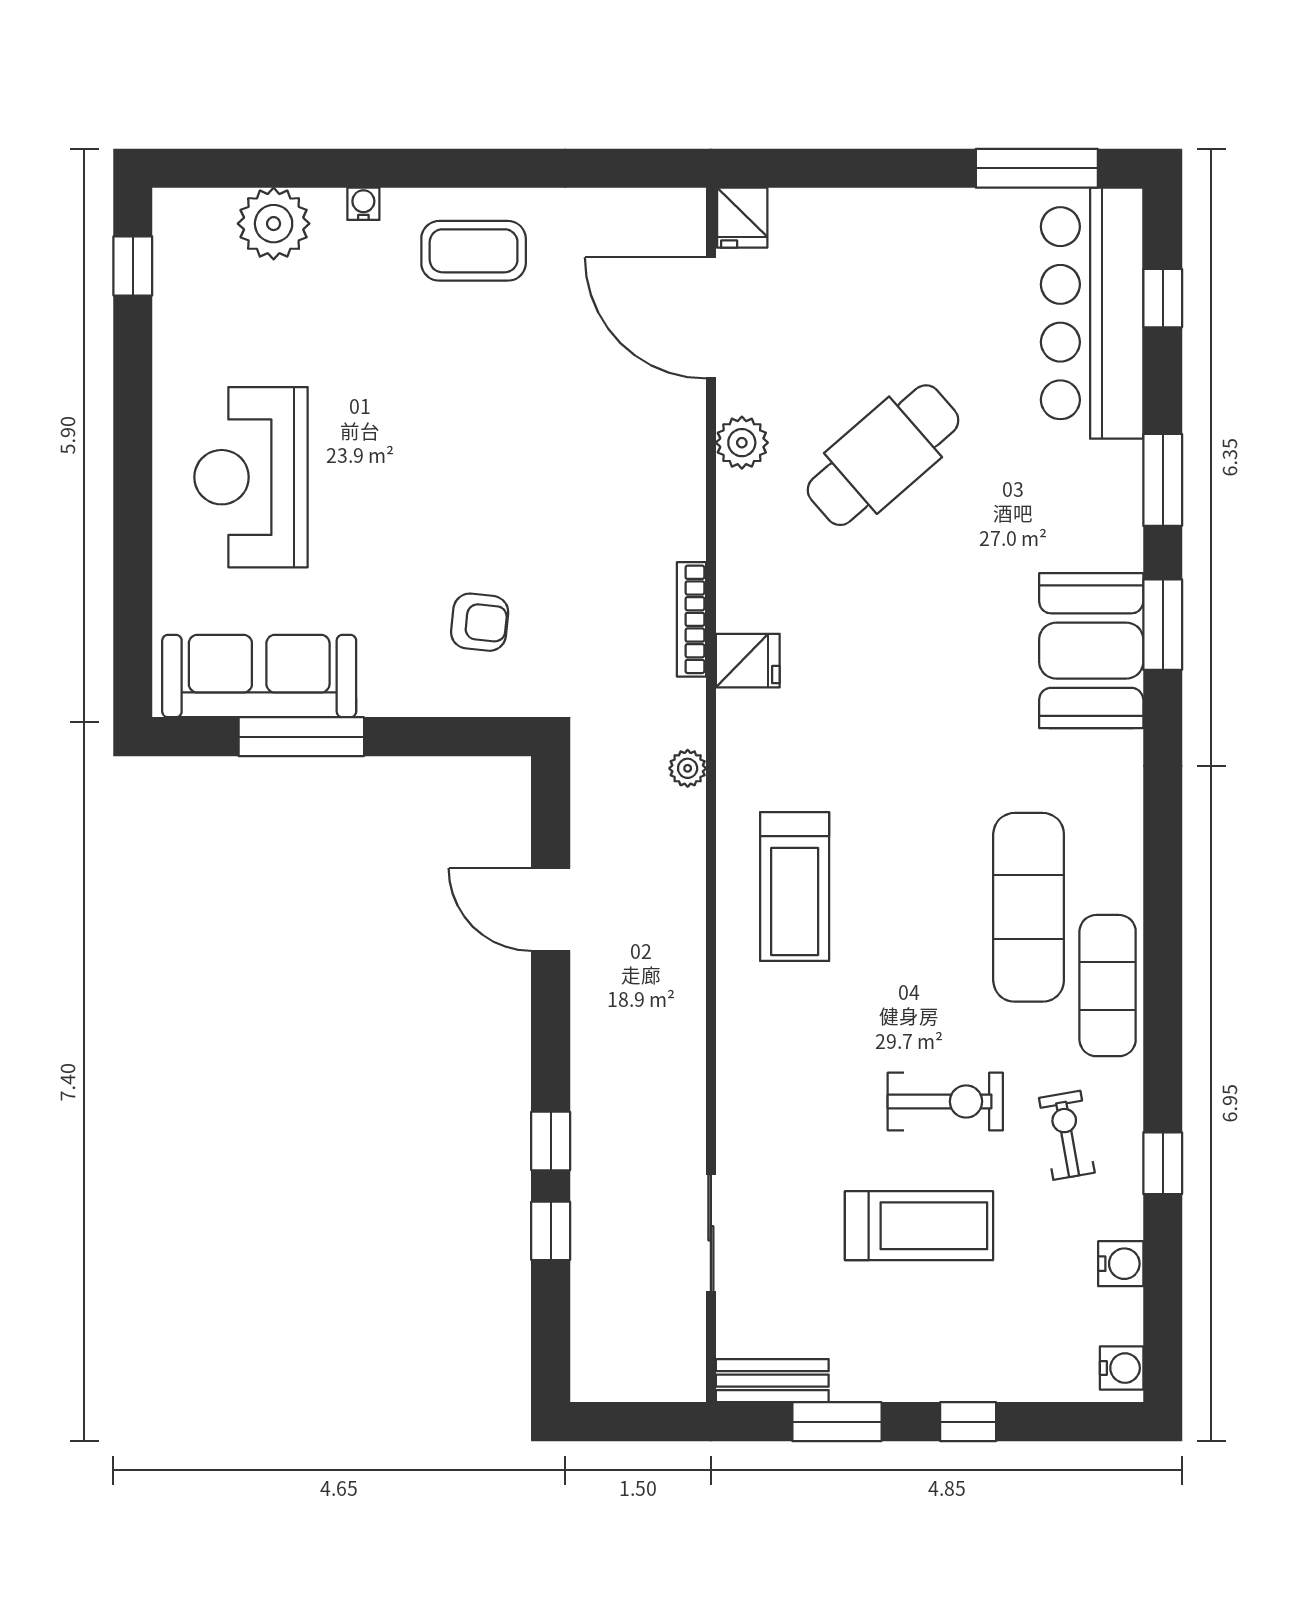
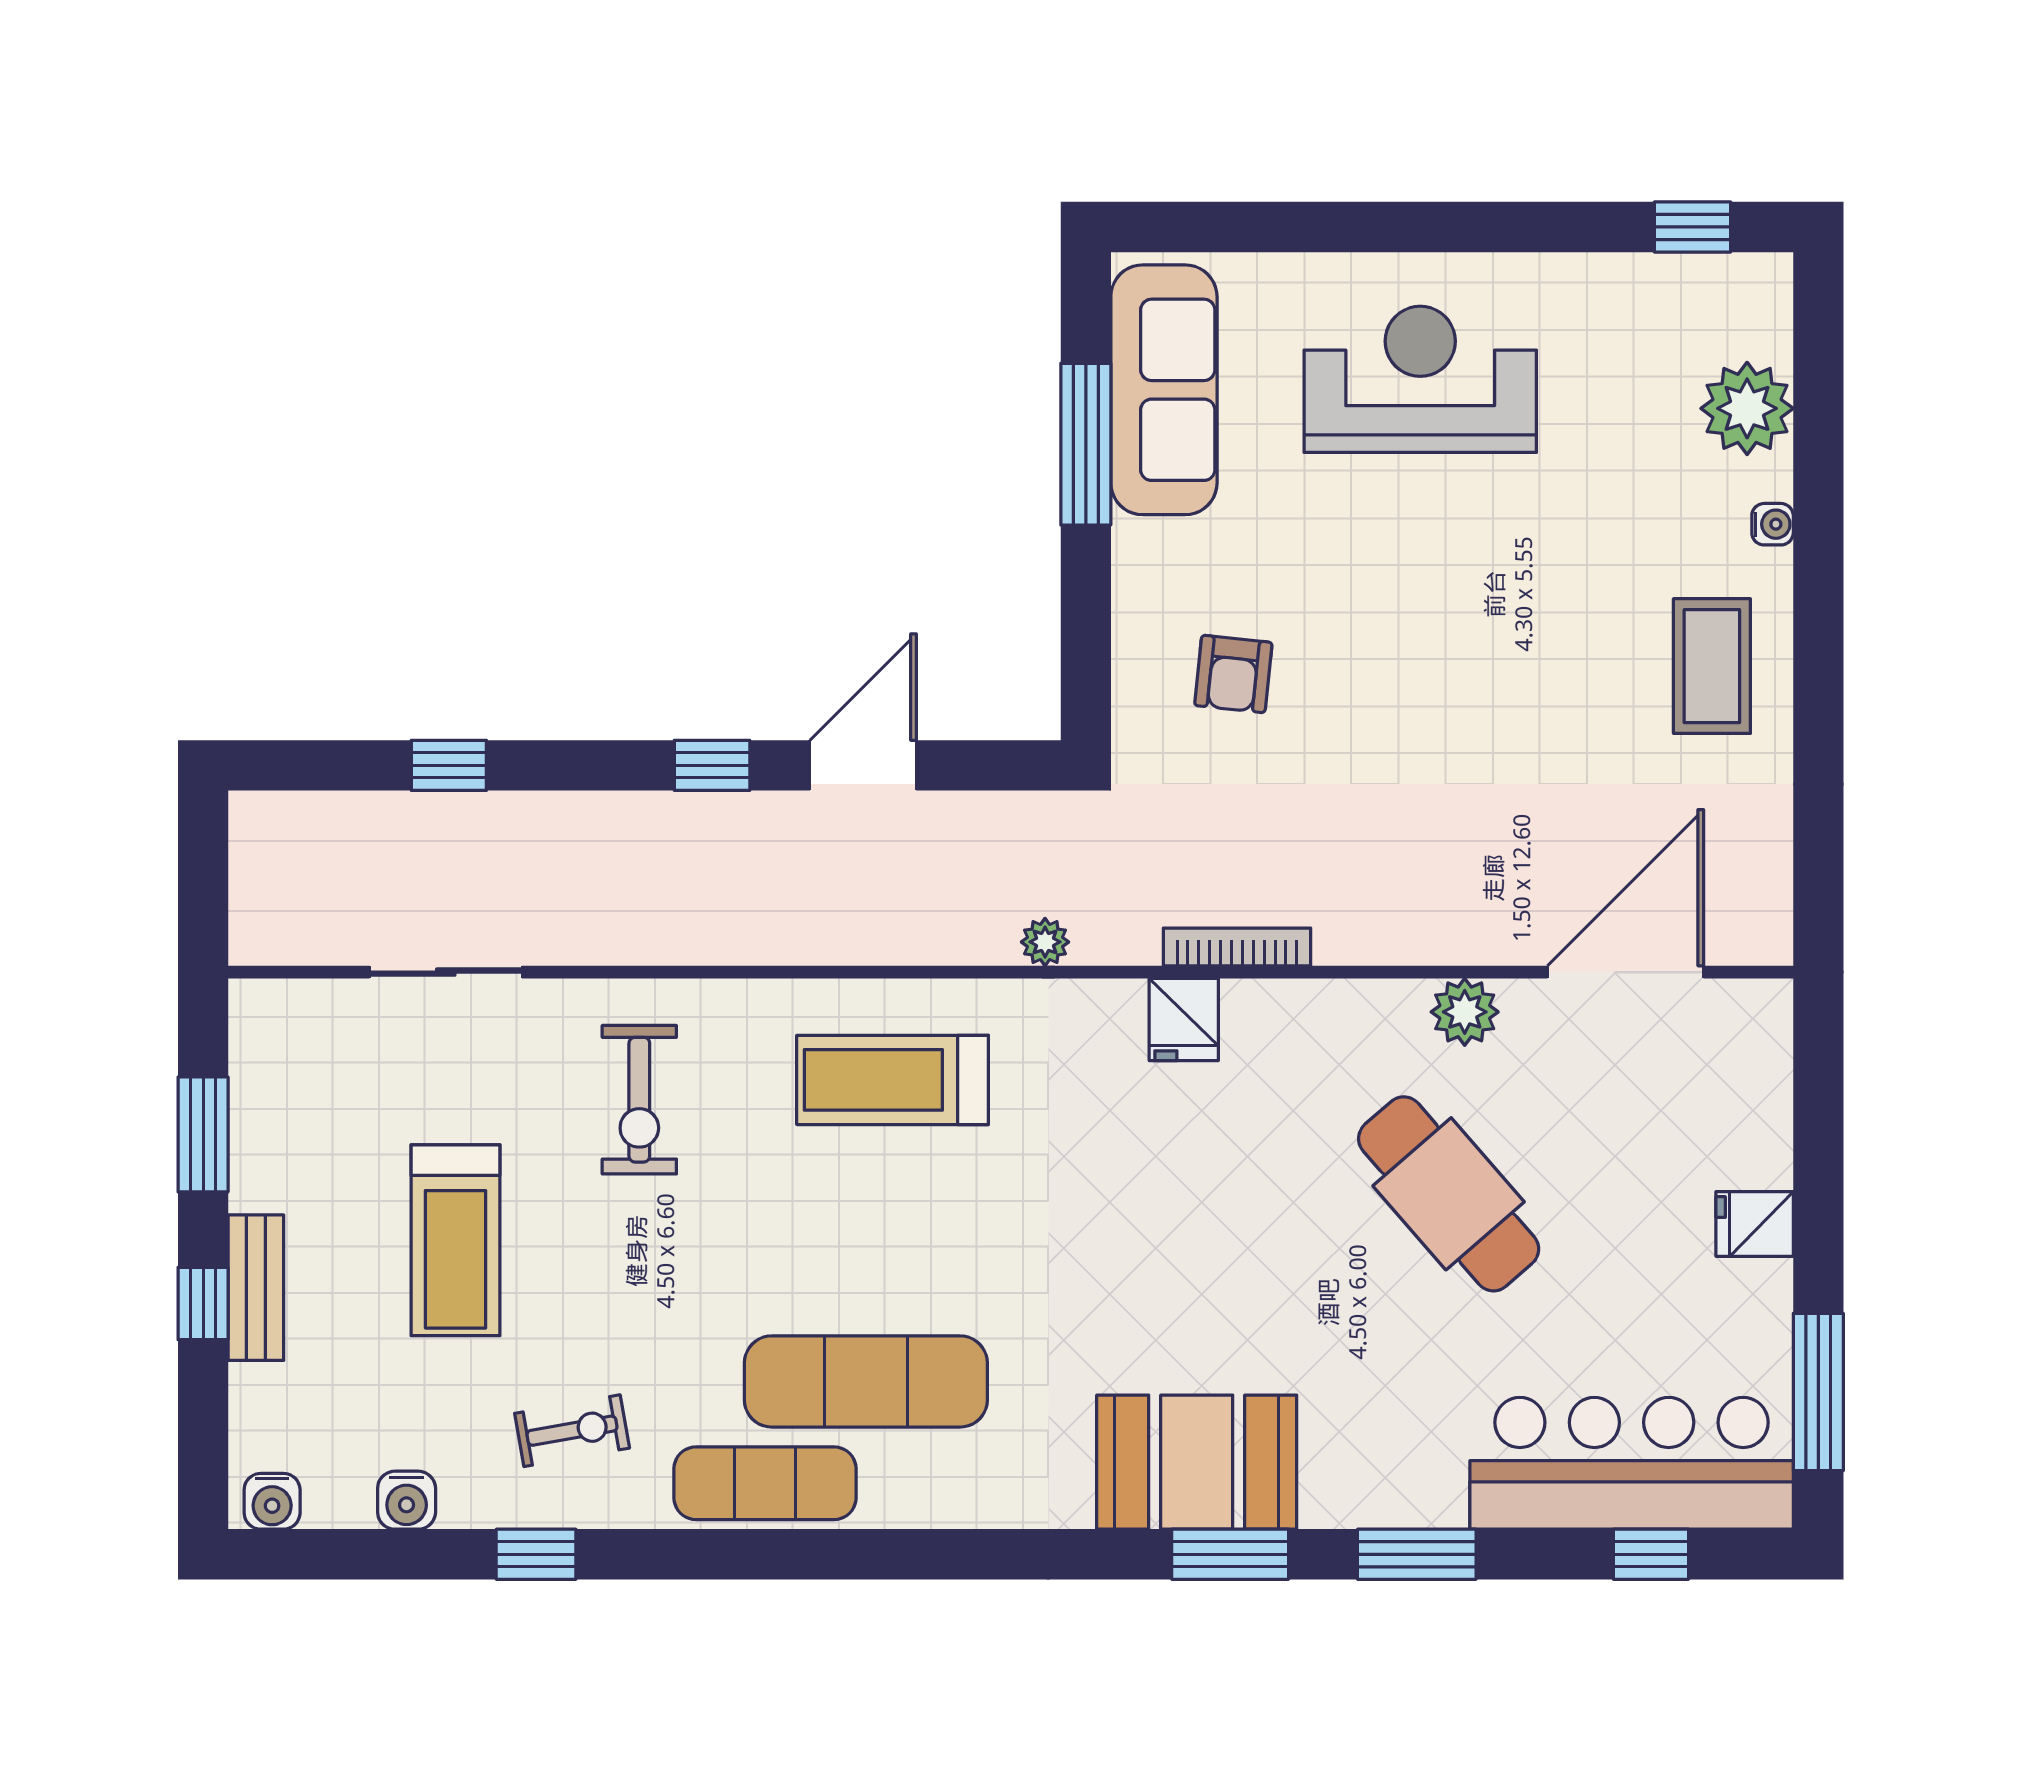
fridge: (742, 218) -> (1755, 1224), moved
exercise bike: (945, 1101) -> (639, 1100), moved
window: (551, 1141) -> (712, 765), moved
bench: (772, 1381) -> (256, 1288), moved

